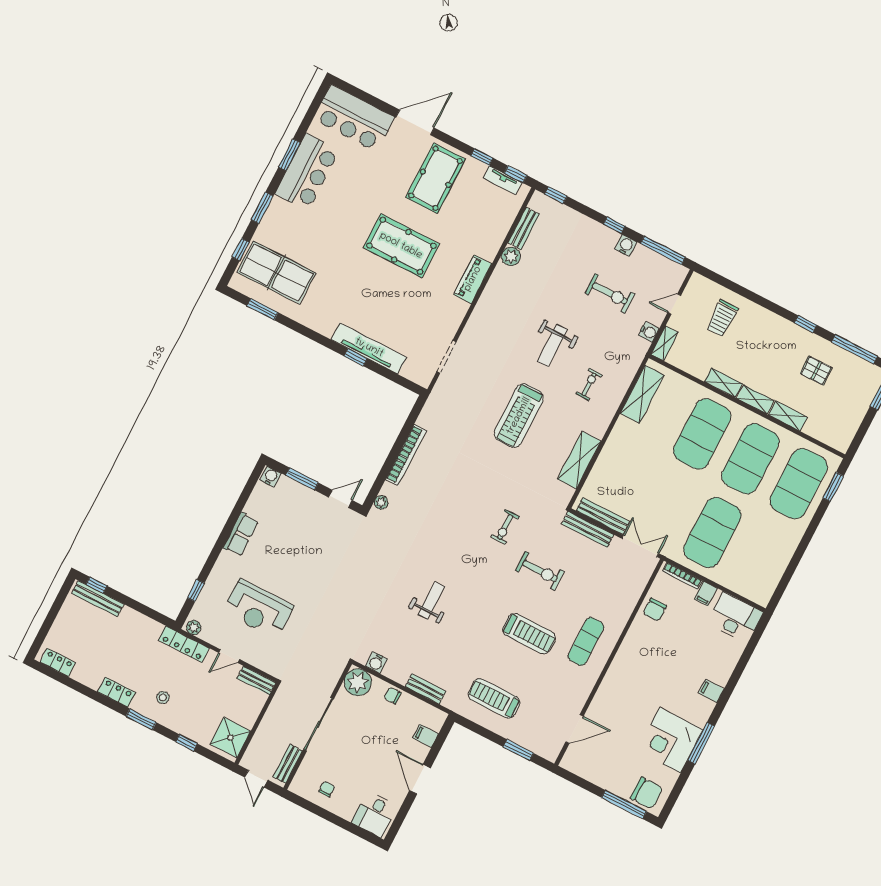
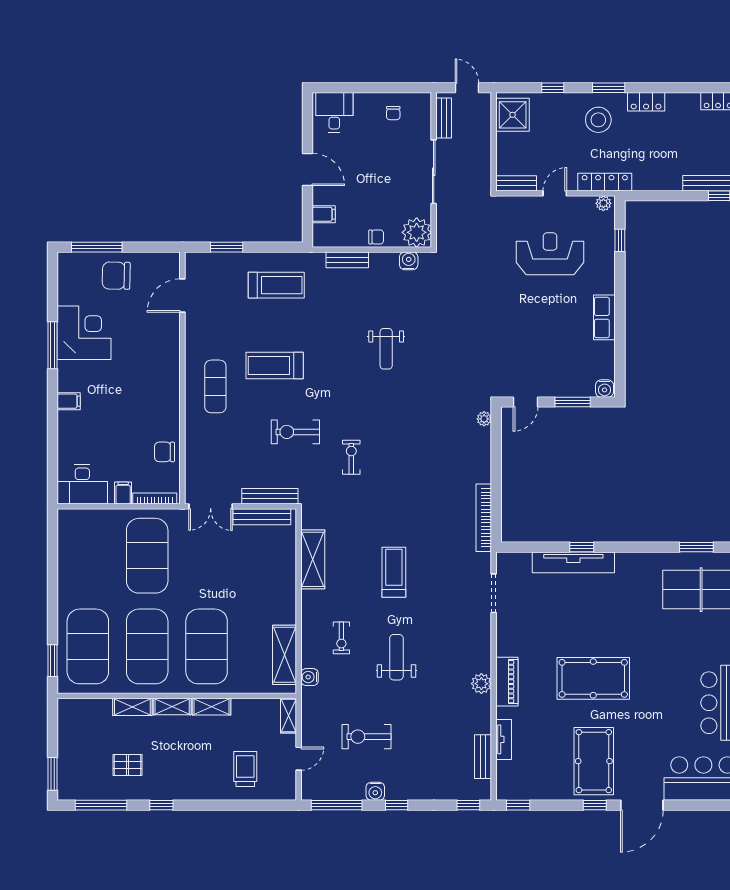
window: (482, 157) -> (595, 805), moved
tv unit: (502, 180) -> (504, 739), moved, turned 90
plant: (511, 256) -> (481, 684), moved
water cooler: (649, 332) -> (310, 677), moved
treadmill: (519, 416) -> (394, 572), width x0.73, depth x0.73
bookcase: (406, 455) -> (484, 518), moved
chair: (655, 610) -> (164, 452), turned -90
stool: (163, 697) -> (598, 120), width x1.89, depth x1.89
chair: (647, 793) -> (116, 276), moved

